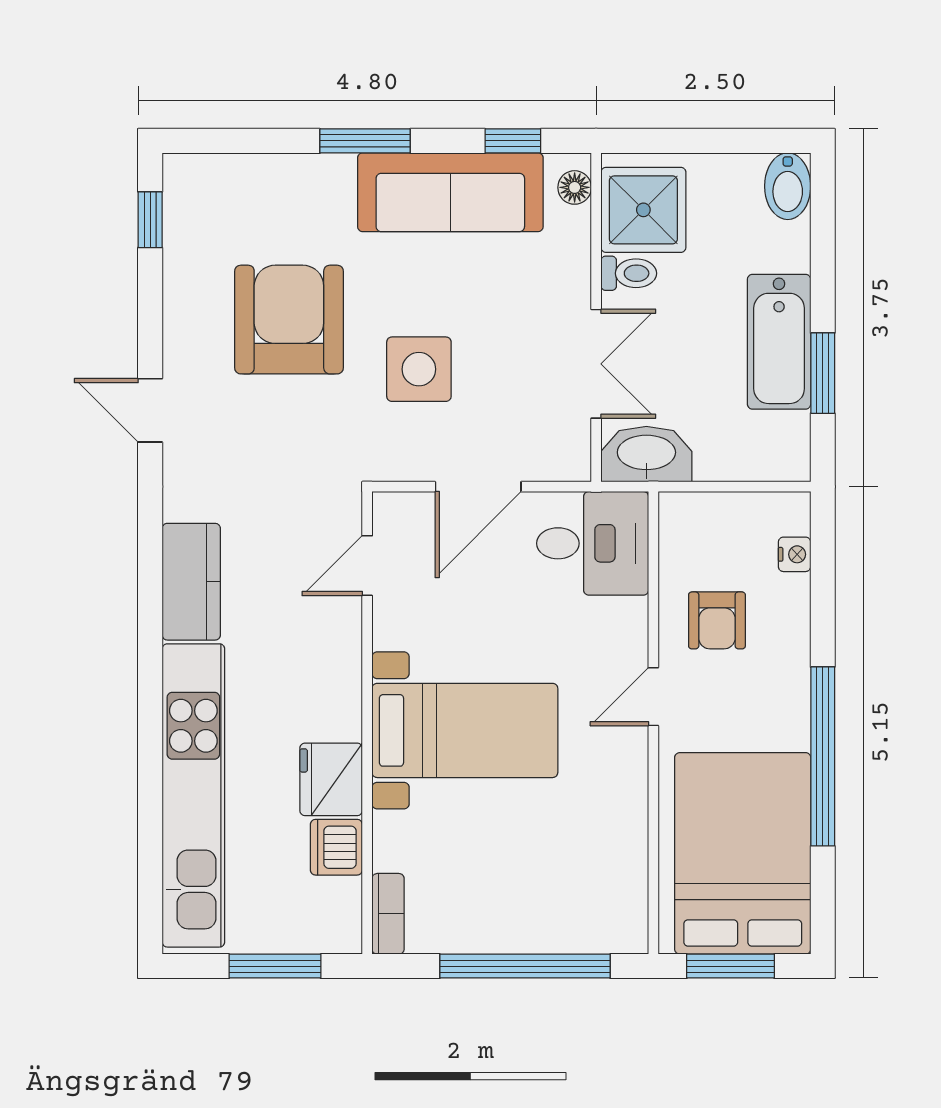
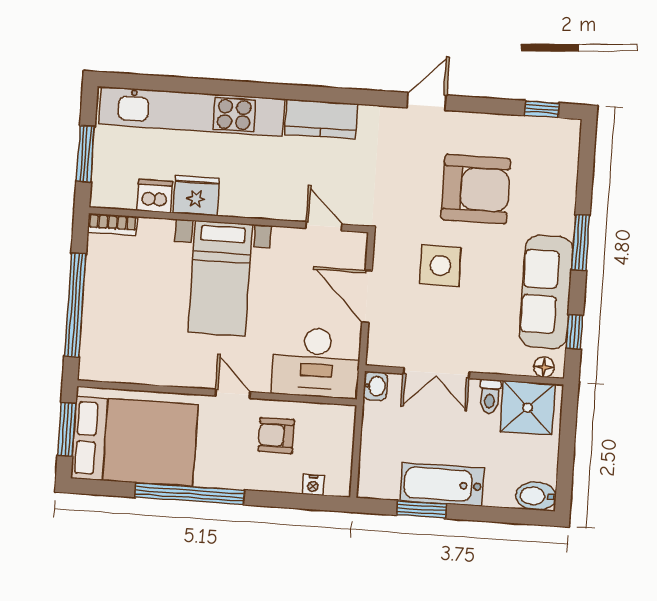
washbasin: (646, 454) -> (375, 386), width x0.52, depth x0.69
desk: (593, 543) -> (316, 363), width x1.37

